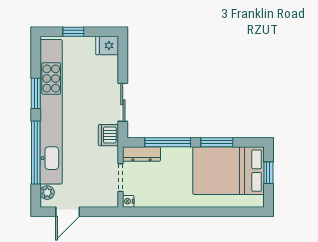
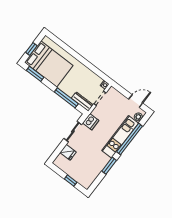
fridge: (107, 46) -> (68, 152), moved
kitchen unit: (51, 112) -> (120, 137), width x0.54
window: (217, 142) -> (35, 74), moved

